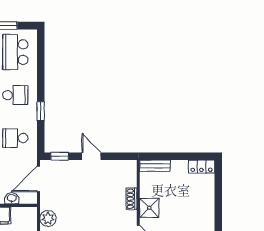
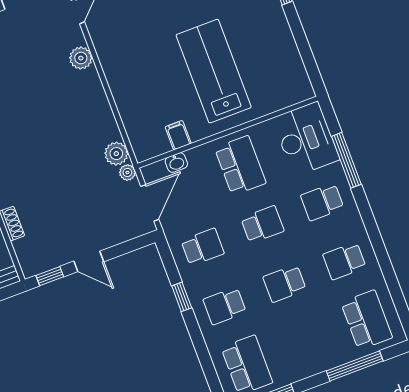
window: (60, 156) -> (50, 276), moved
plant: (45, 204) -> (127, 172), added

